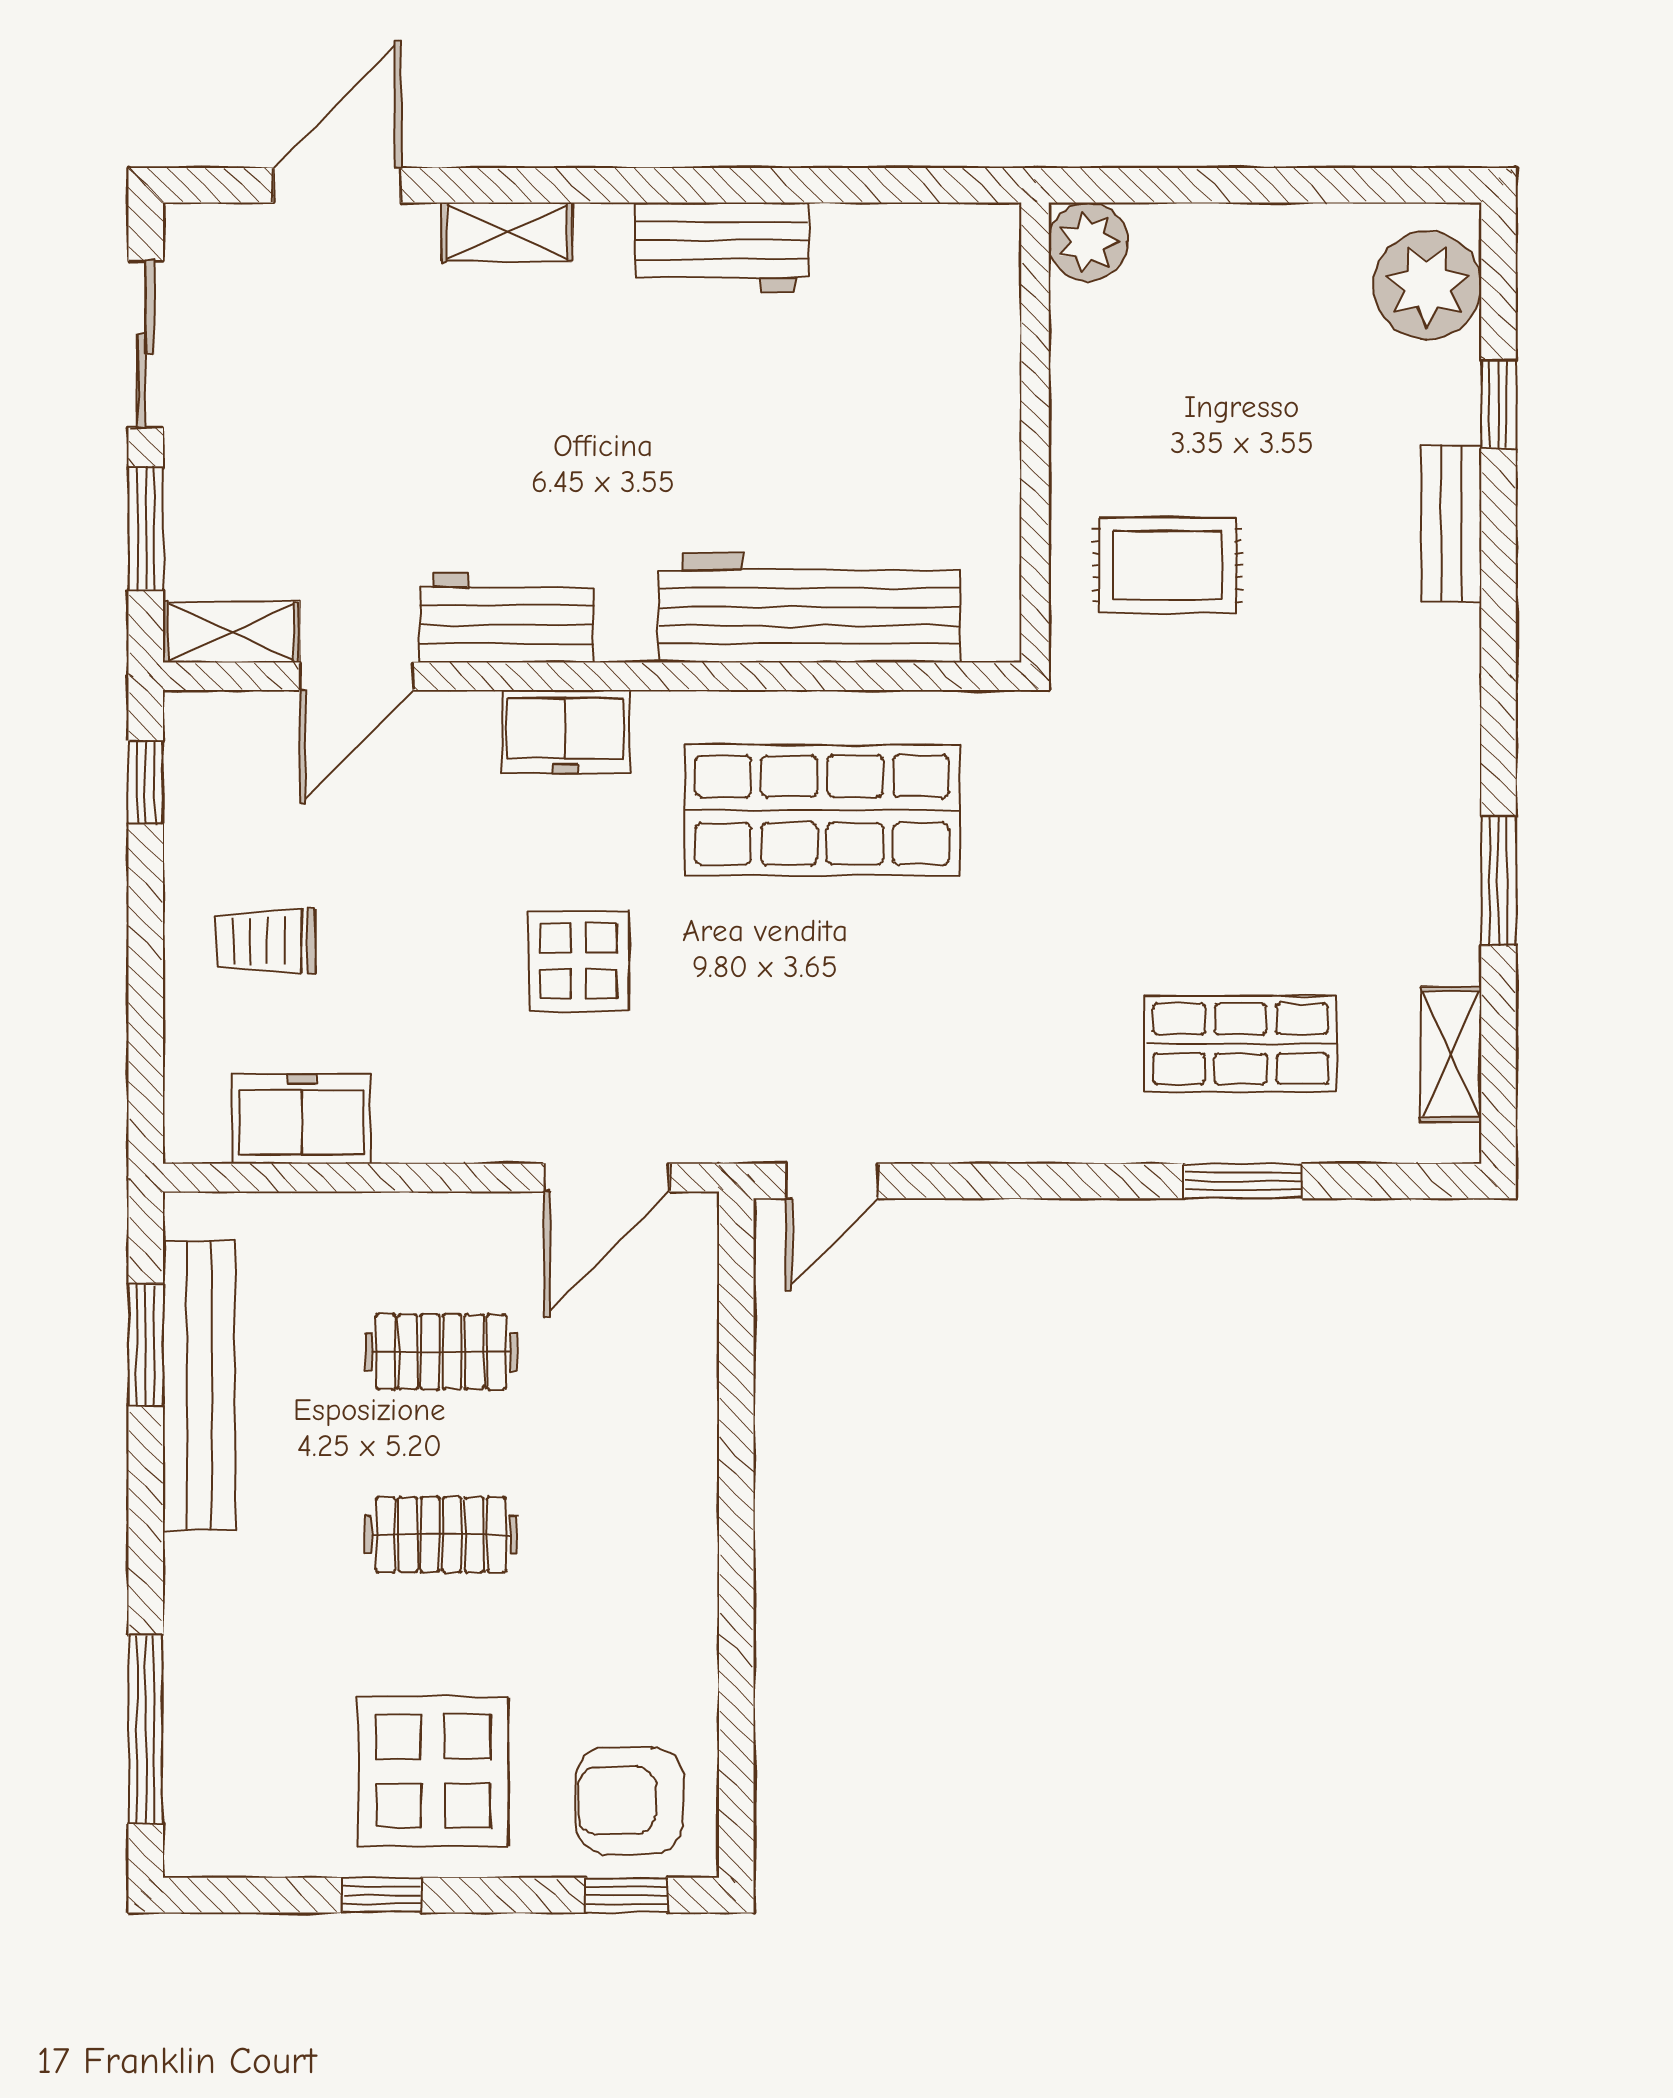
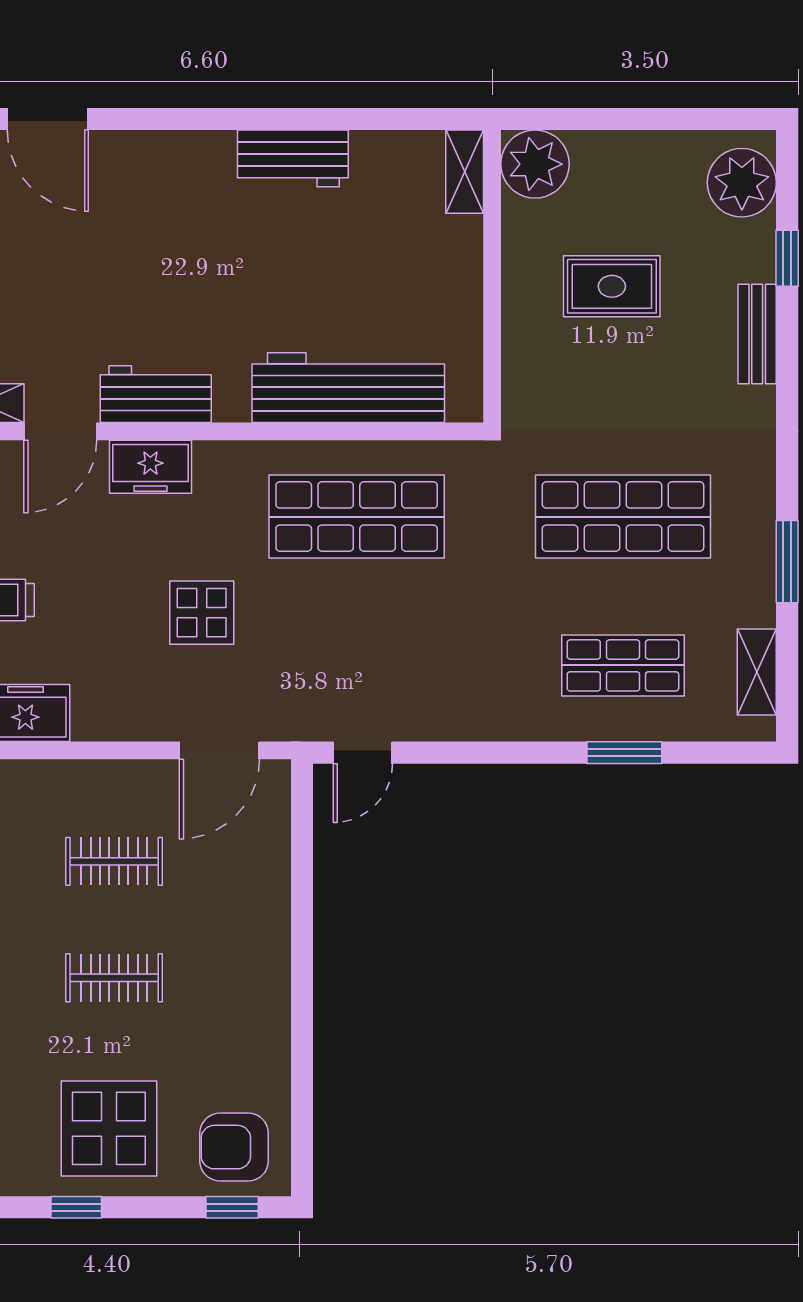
door: (337, 185) -> (48, 119), swing flipped
shelving: (507, 232) -> (465, 172), moved, turned 90
plant: (1088, 242) -> (535, 164), width x1.36, depth x1.36
rug: (1167, 565) -> (612, 286), moved
freezer: (565, 732) -> (150, 467), moved
shop shelf: (1241, 810) -> (623, 517), added

